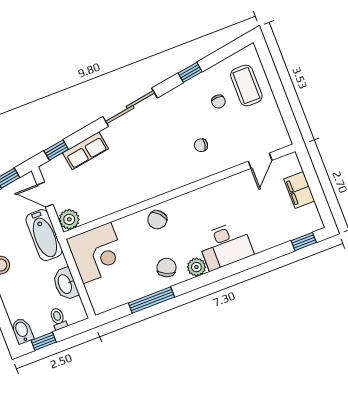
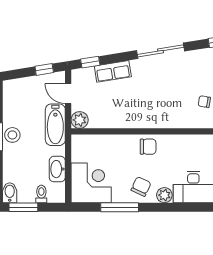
chair: (157, 220) -> (148, 147), turned -138
corner desk: (97, 253) -> (91, 183), moved, turned -90
window: (44, 341) -> (23, 207), width x1.50

